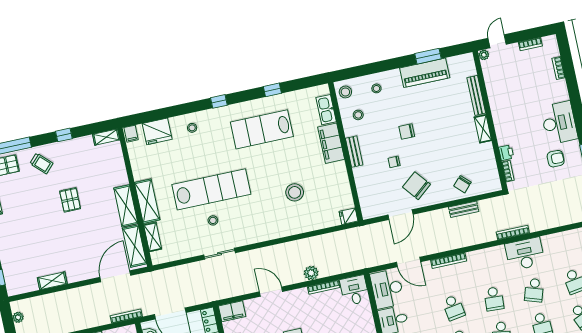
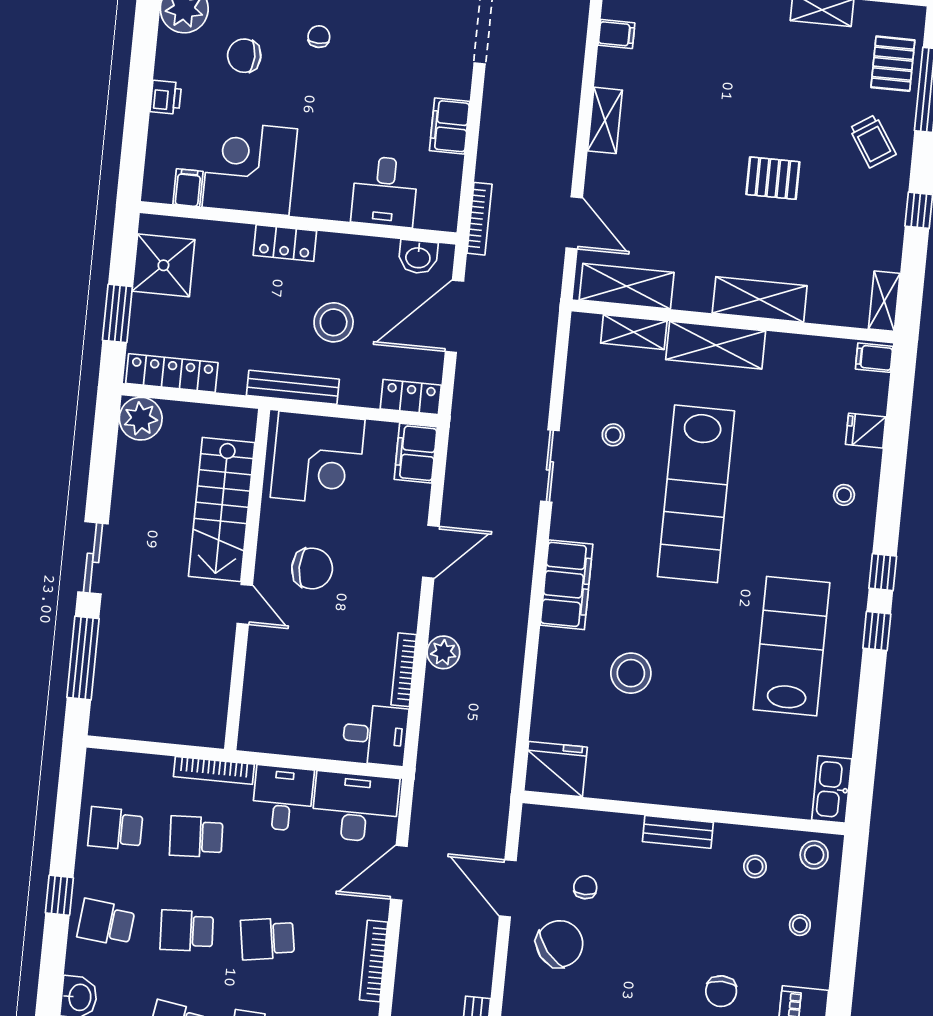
window: (272, 90) -> (877, 631), moved
kitchen sink: (326, 110) -> (832, 789), moved, turned -90
fridge: (157, 131) -> (866, 431), width x0.53, depth x0.75
chair: (407, 131) -> (721, 991), moved, turned 180
filing cabinet: (331, 143) -> (567, 585), moved, turned 90
chair: (394, 162) -> (585, 887), moved
trolley: (41, 163) -> (873, 141), turned -77
shelving: (126, 206) -> (760, 299), moved
fridge: (348, 216) -> (555, 769), width x1.88, depth x1.34
stool: (213, 220) -> (613, 435), moved
door: (115, 276) -> (574, 223), width x0.73
shelving: (52, 281) -> (605, 120), moved
filing cabinet: (31, 284) -> (616, 34), added

